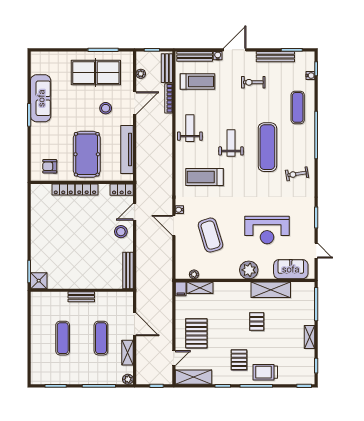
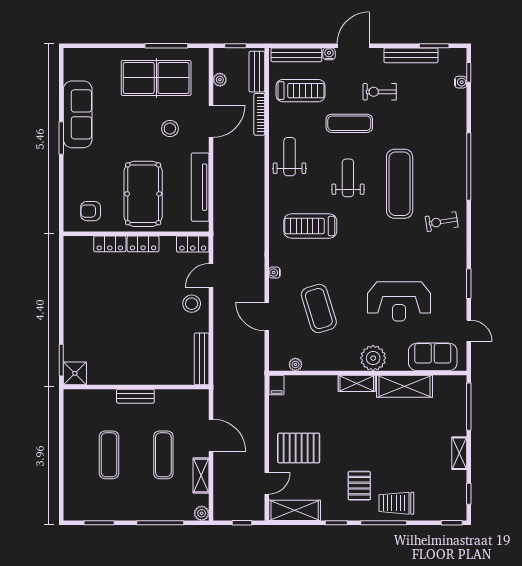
exercise mat: (298, 107) -> (349, 123), moved, turned 90
door: (174, 225) -> (267, 317), moved
shelving: (200, 288) -> (357, 383), moved
pallet: (257, 321) -> (384, 431), removed
pallet: (196, 333) -> (299, 448), turned 90

